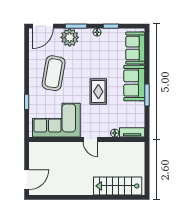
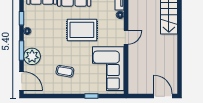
coffee table: (54, 73) -> (65, 71), width x0.54, depth x0.58
rug: (98, 92) -> (82, 30), width x1.36, depth x1.43

